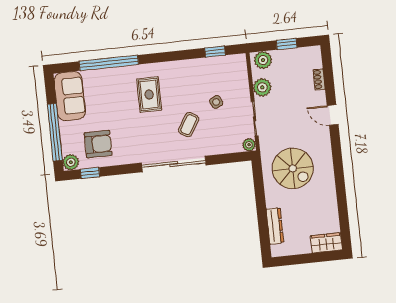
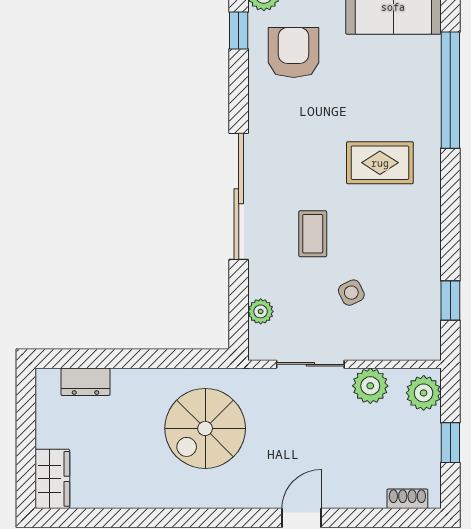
shoe rack: (319, 79) -> (407, 499), moved
coffee table: (189, 125) -> (313, 234), turned 58
armchair: (98, 144) -> (294, 52), turned 180
plant: (249, 145) -> (261, 311), moved
dresser: (275, 226) -> (85, 382), width x0.70

